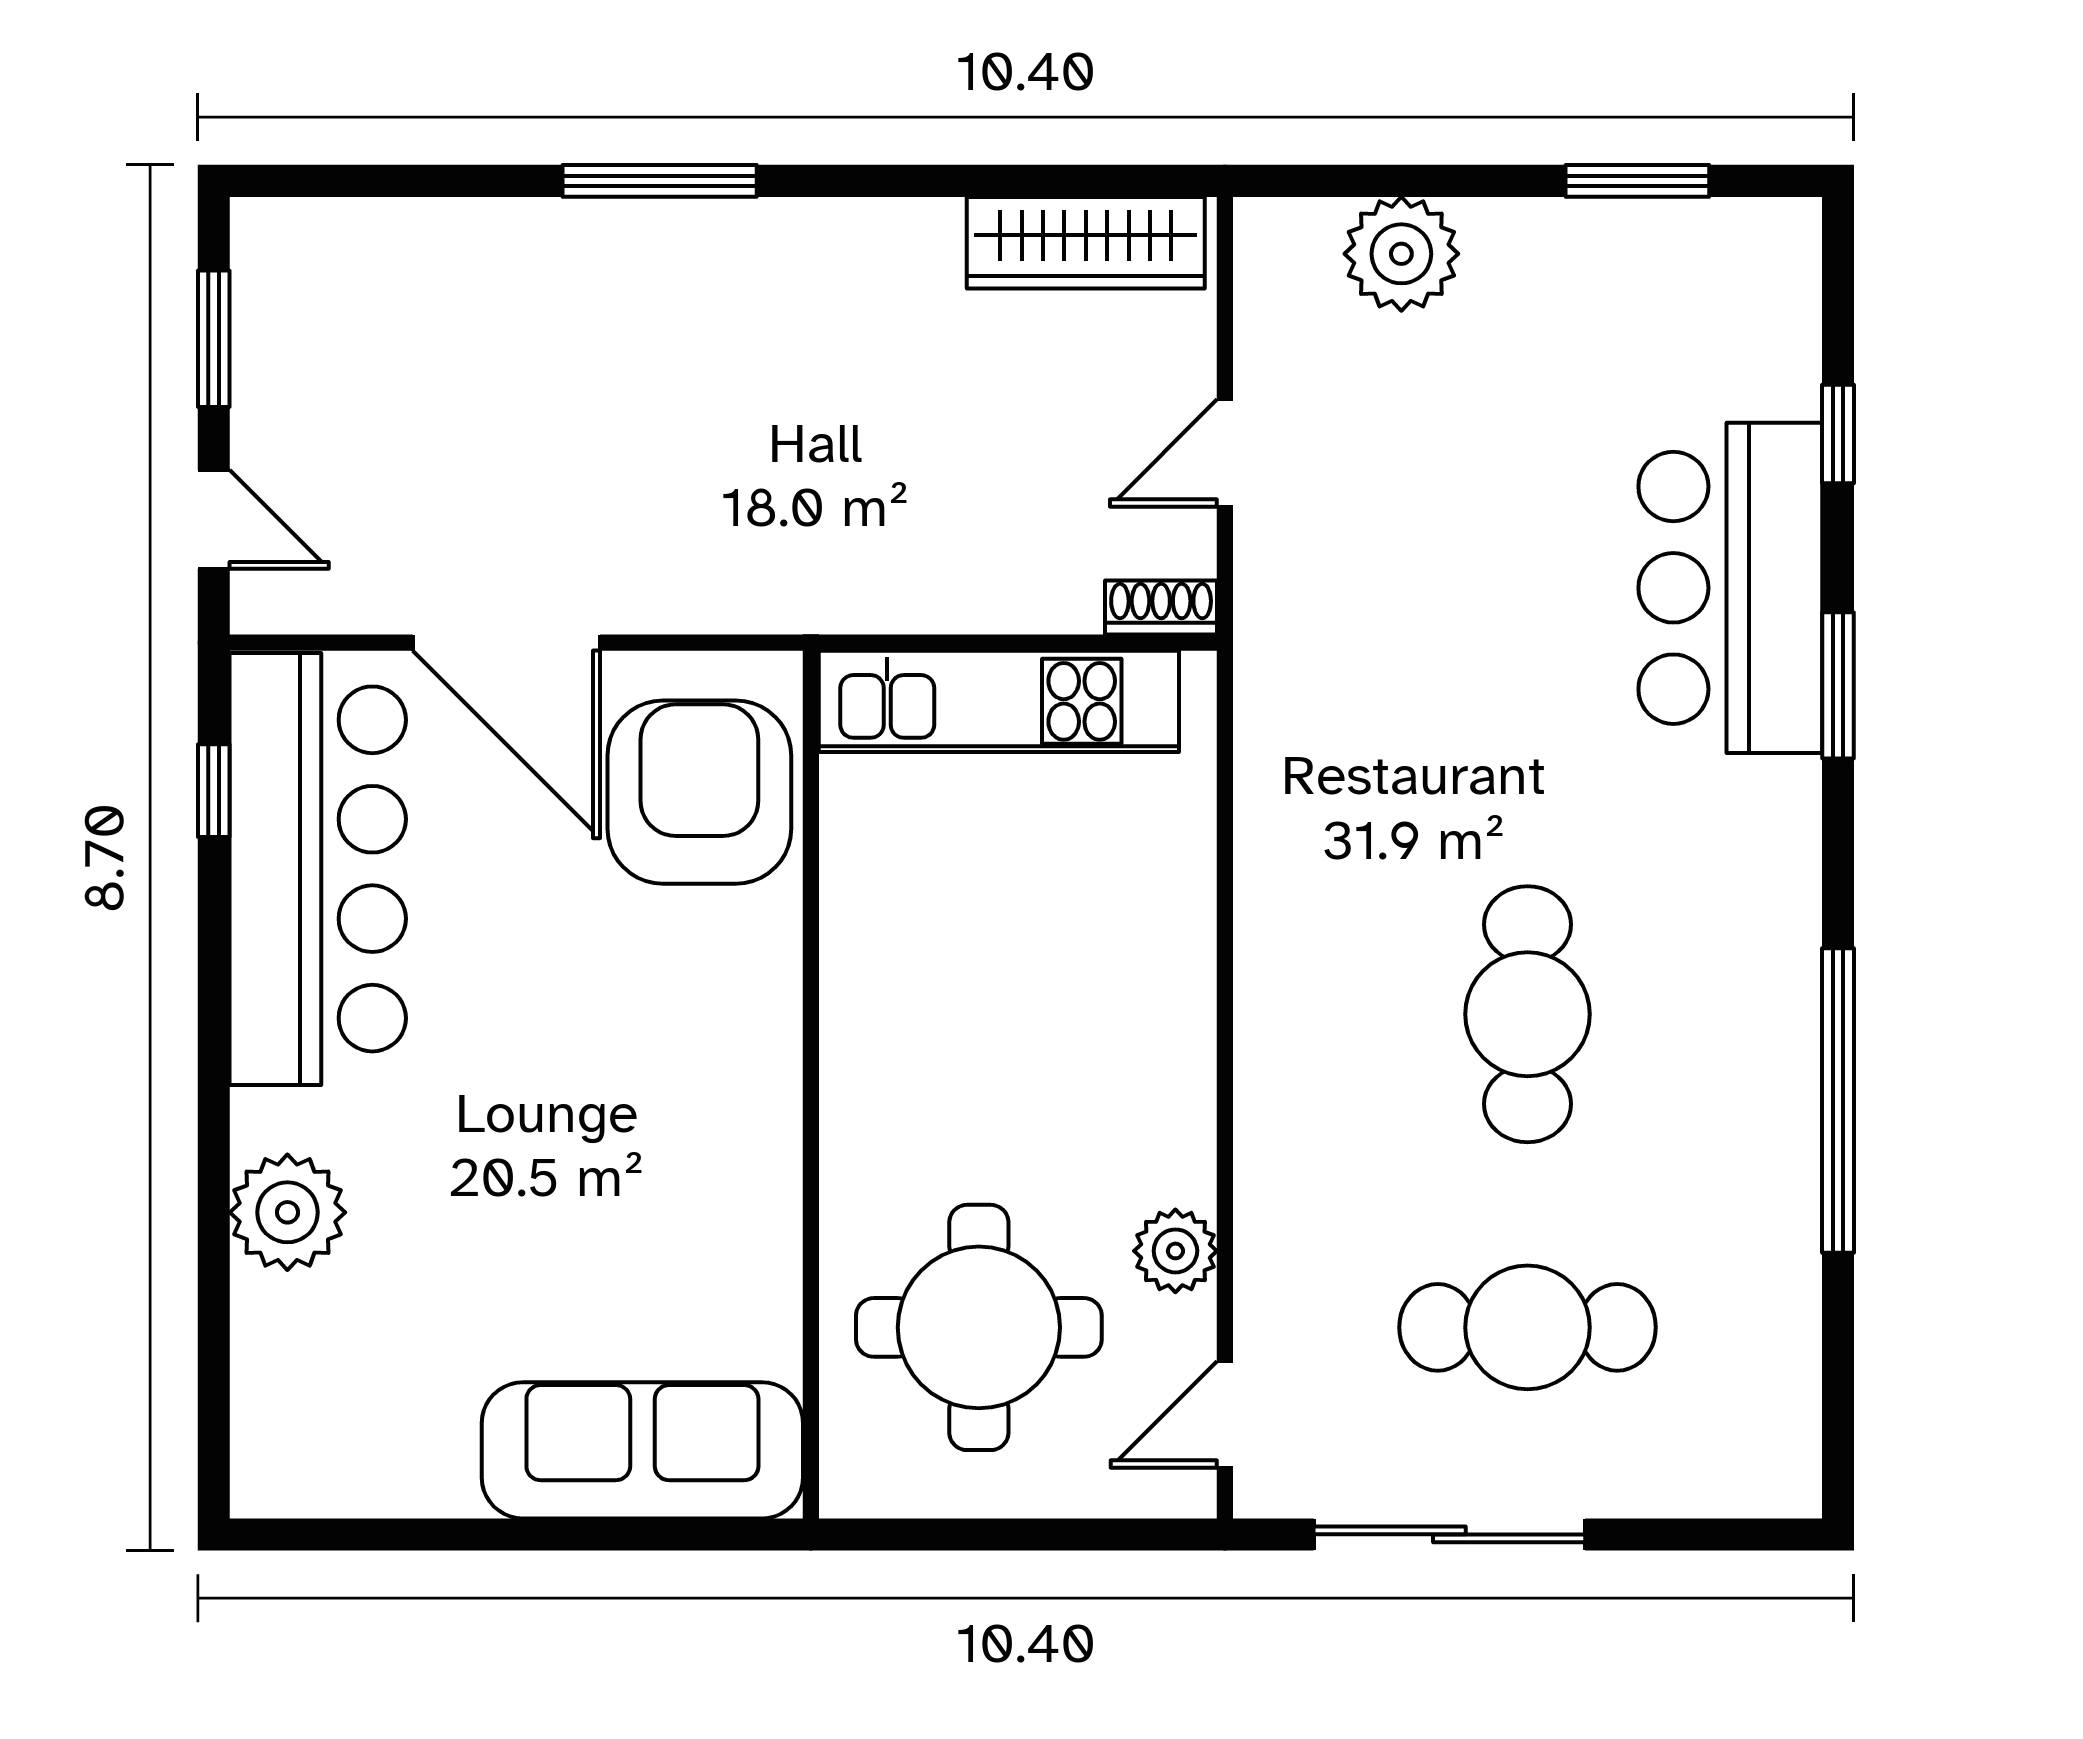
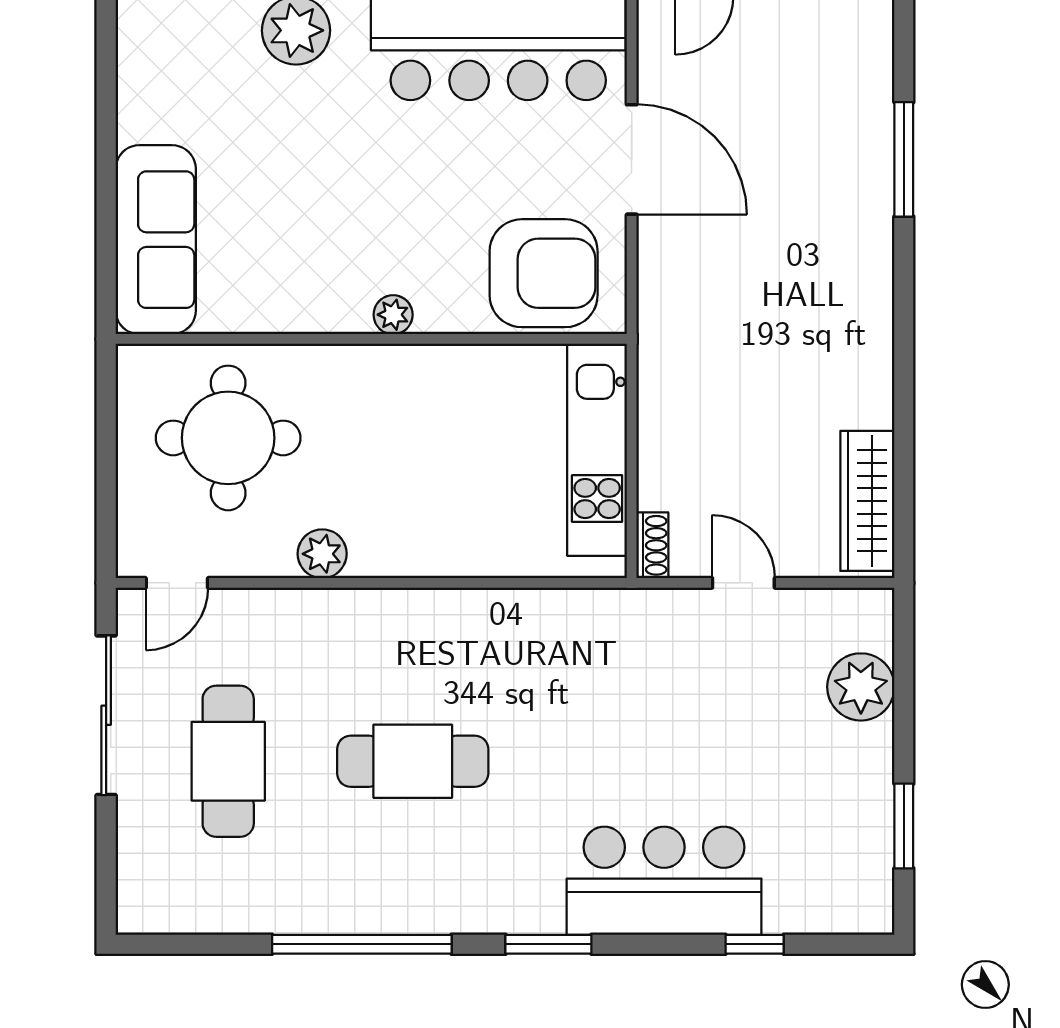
window: (660, 181) -> (904, 159), moved
door: (506, 643) -> (632, 159), swing flipped
window: (1838, 685) -> (548, 944), moved
plant: (770, 1048) -> (393, 315), added
plant: (1175, 1251) -> (322, 554), moved
door: (1225, 1414) -> (177, 583), swing flipped

